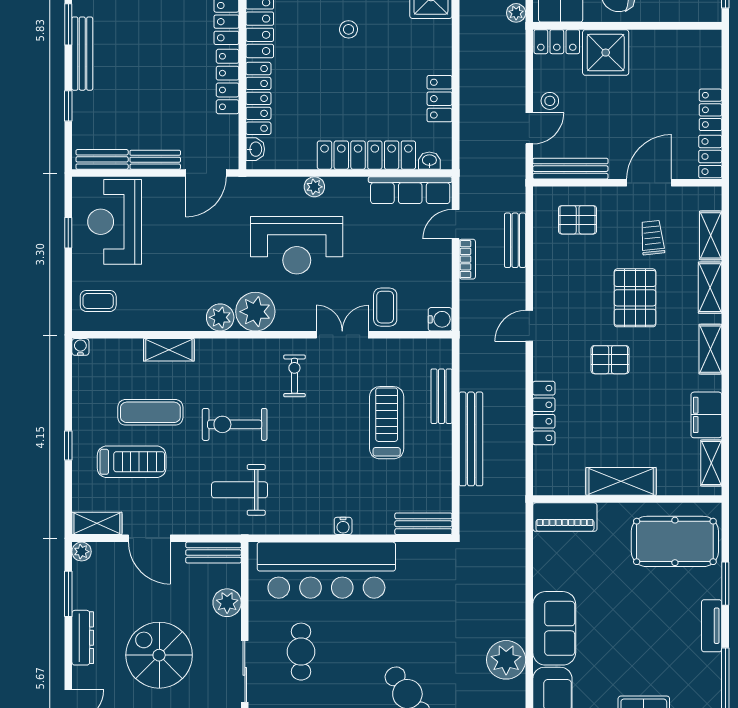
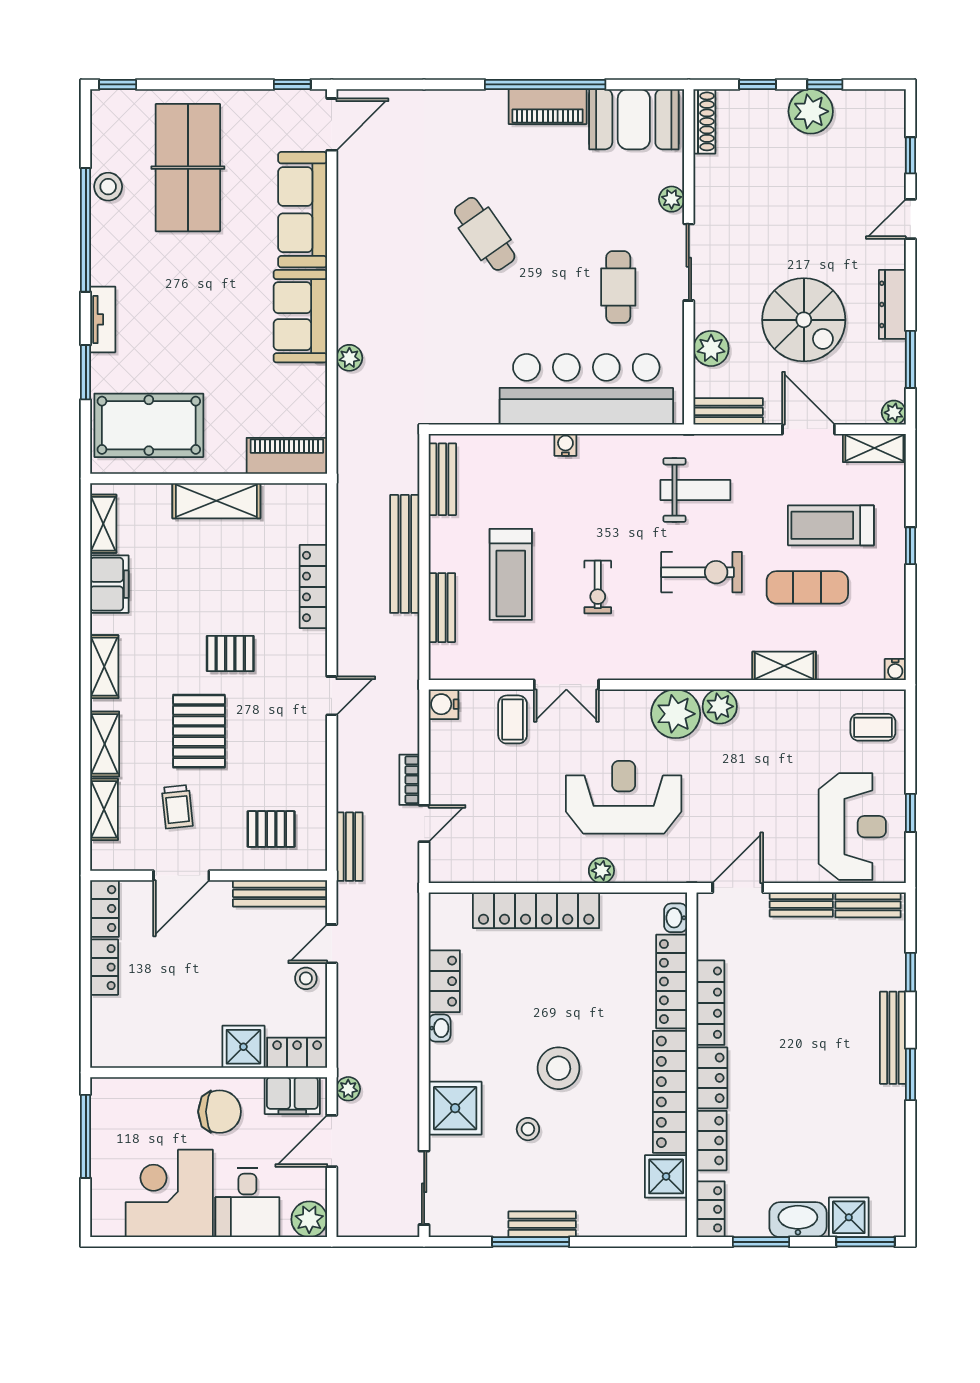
stool: (349, 29) -> (559, 1068), width x1.89, depth x1.89
shower: (606, 53) -> (243, 1047), width x0.73, depth x0.73
washbasin: (429, 161) -> (440, 1028), moved, turned -90
row of seats: (410, 190) -> (481, 866), removed
bench: (515, 240) -> (349, 847), moved
exercise bike: (294, 376) -> (598, 587), moved
bench: (423, 524) -> (442, 479), moved, turned 90
spiral stairs: (159, 655) -> (804, 320), moved
plant: (506, 660) -> (349, 358), moved, width x0.53, depth x0.53

